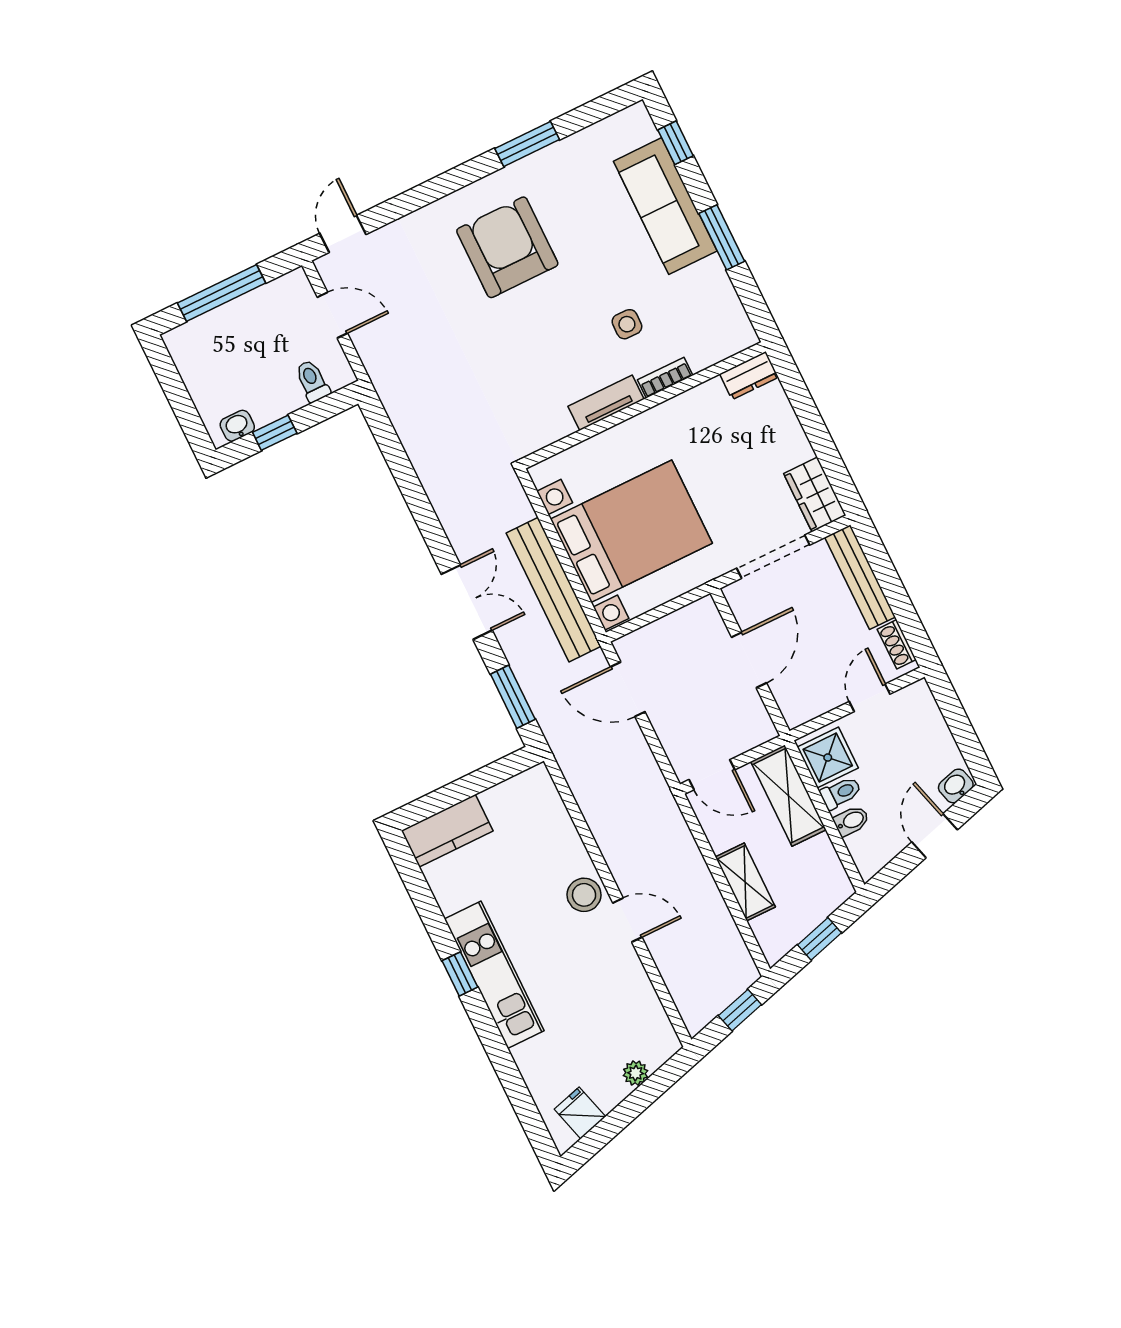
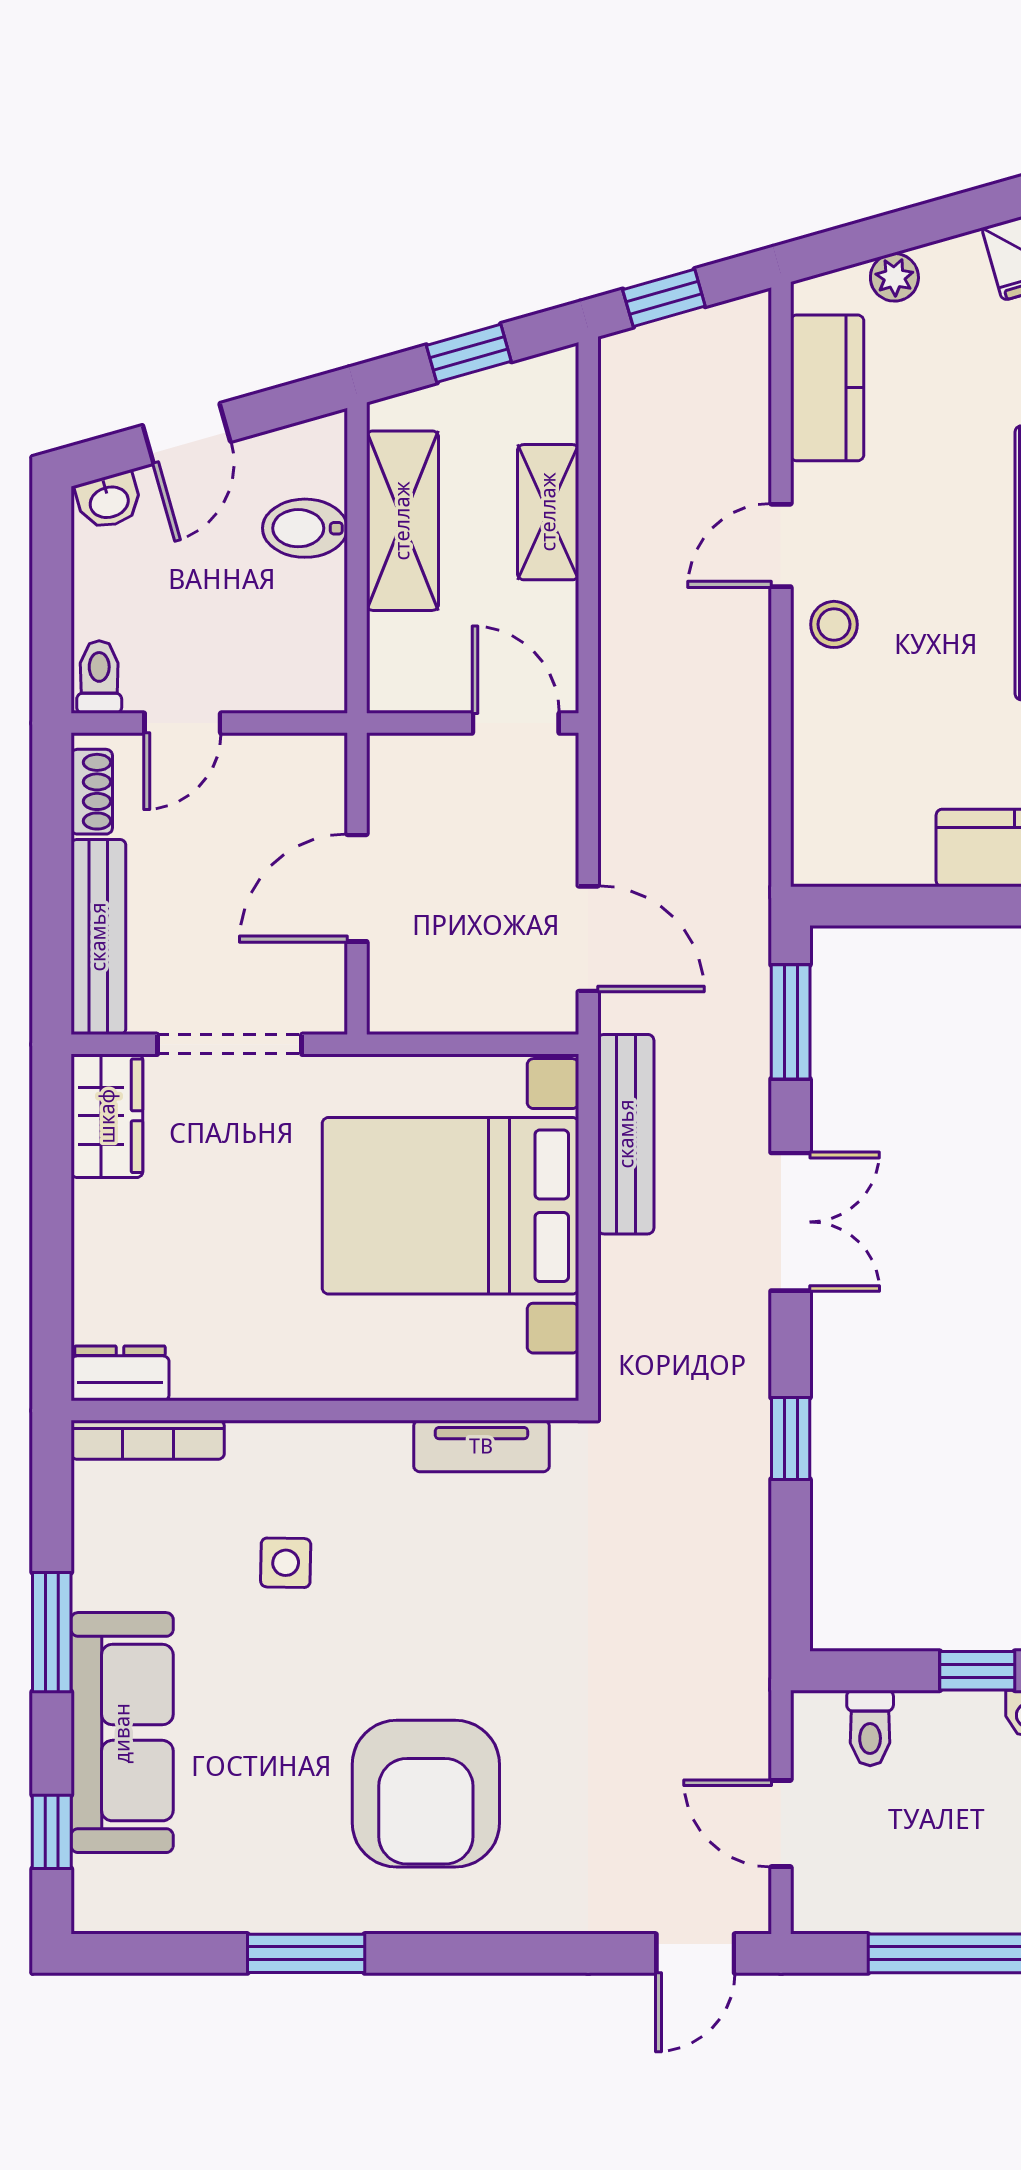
bookcase: (665, 378) -> (148, 1440), moved, width x1.56
tv unit: (606, 403) -> (481, 1446), moved
window: (417, 500) -> (791, 1438), added
bench: (554, 590) -> (626, 1134), width x0.73, depth x0.82
double door: (467, 602) -> (791, 1222), swing flipped
shower: (828, 758) -> (304, 656), removed
toilet: (841, 793) -> (99, 677), moved, turned 90
shelving: (788, 796) -> (402, 521), moved
bidet: (851, 821) -> (305, 528), width x1.38, depth x1.36
stool: (584, 895) -> (834, 624), width x0.73, depth x0.73
door: (627, 920) -> (781, 545), hinge flipped
kitchen counter: (642, 1005) -> (827, 388), added

